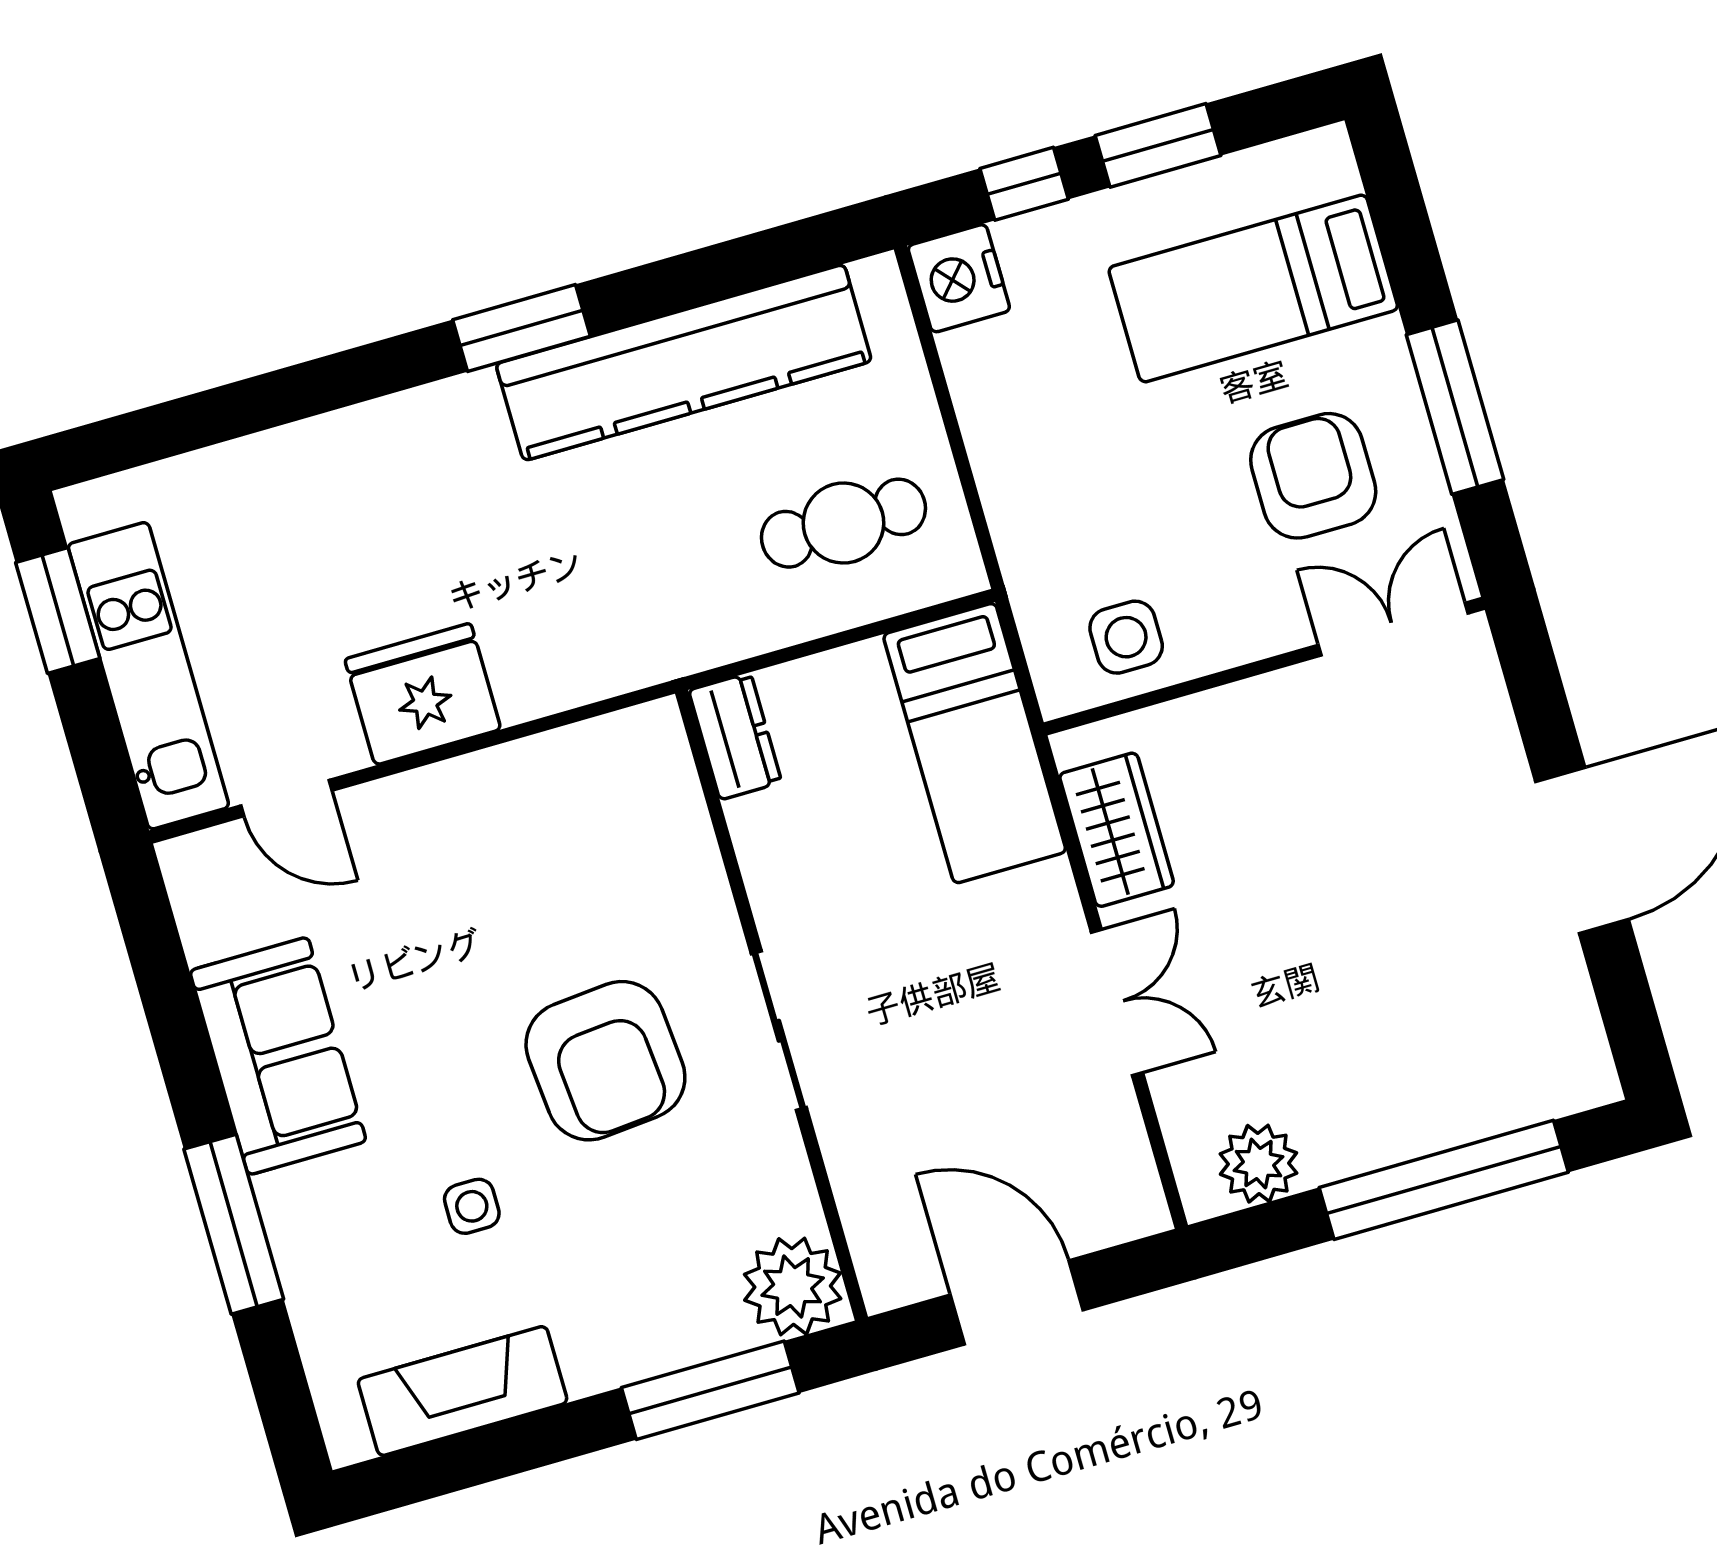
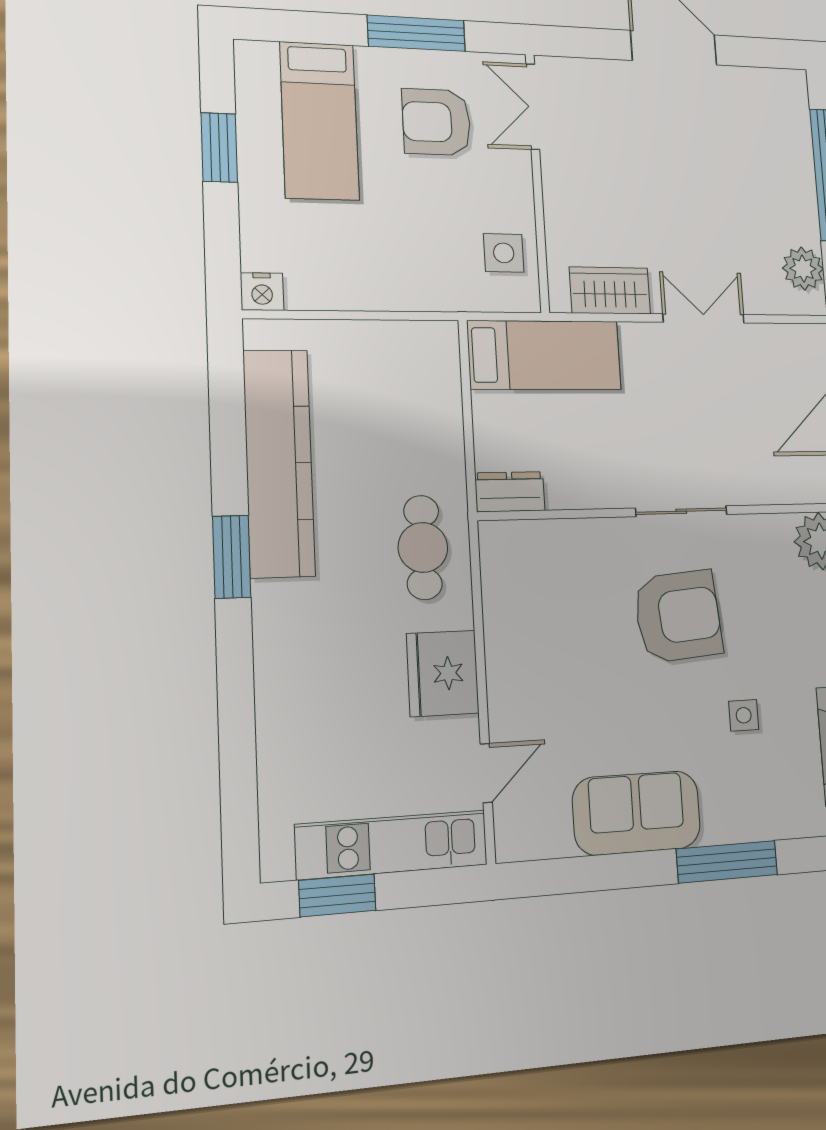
window: (1024, 184) -> (222, 231), removed
nightstand: (959, 278) -> (262, 292), width x0.74, depth x0.75
cafe table: (843, 523) -> (423, 547), moved

